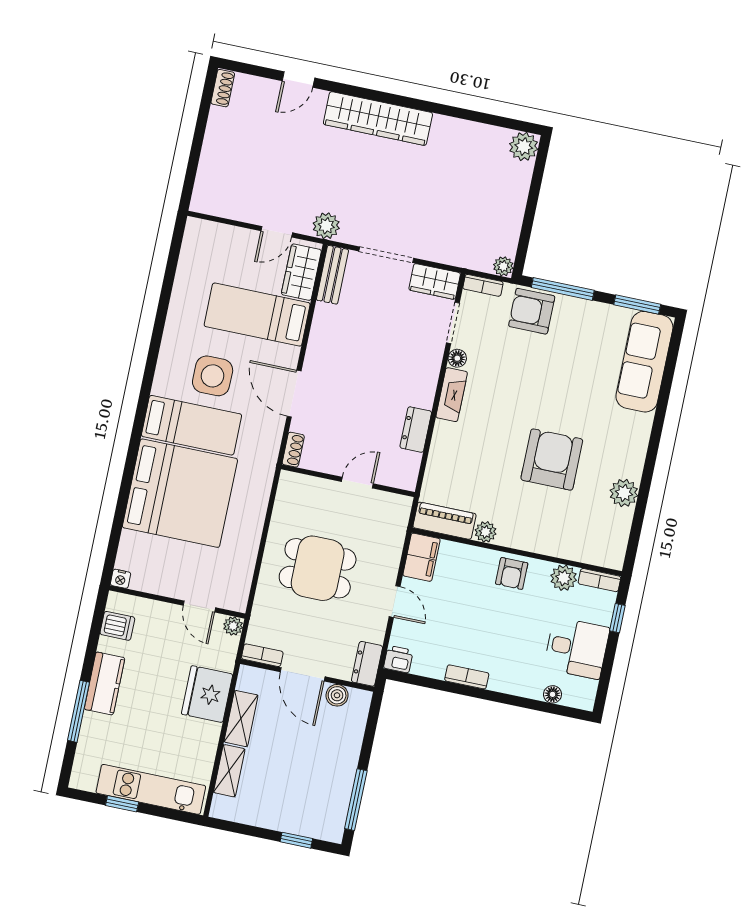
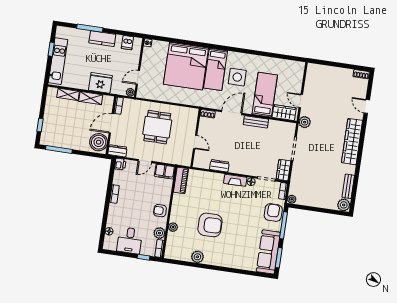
bench: (481, 134) -> (348, 186), added
bench: (332, 275) -> (256, 122), moved
sofa: (644, 362) -> (268, 252), moved, turned -90
plant: (486, 532) -> (173, 227), moved
boiler: (337, 695) -> (99, 142), width x1.86, depth x1.86

